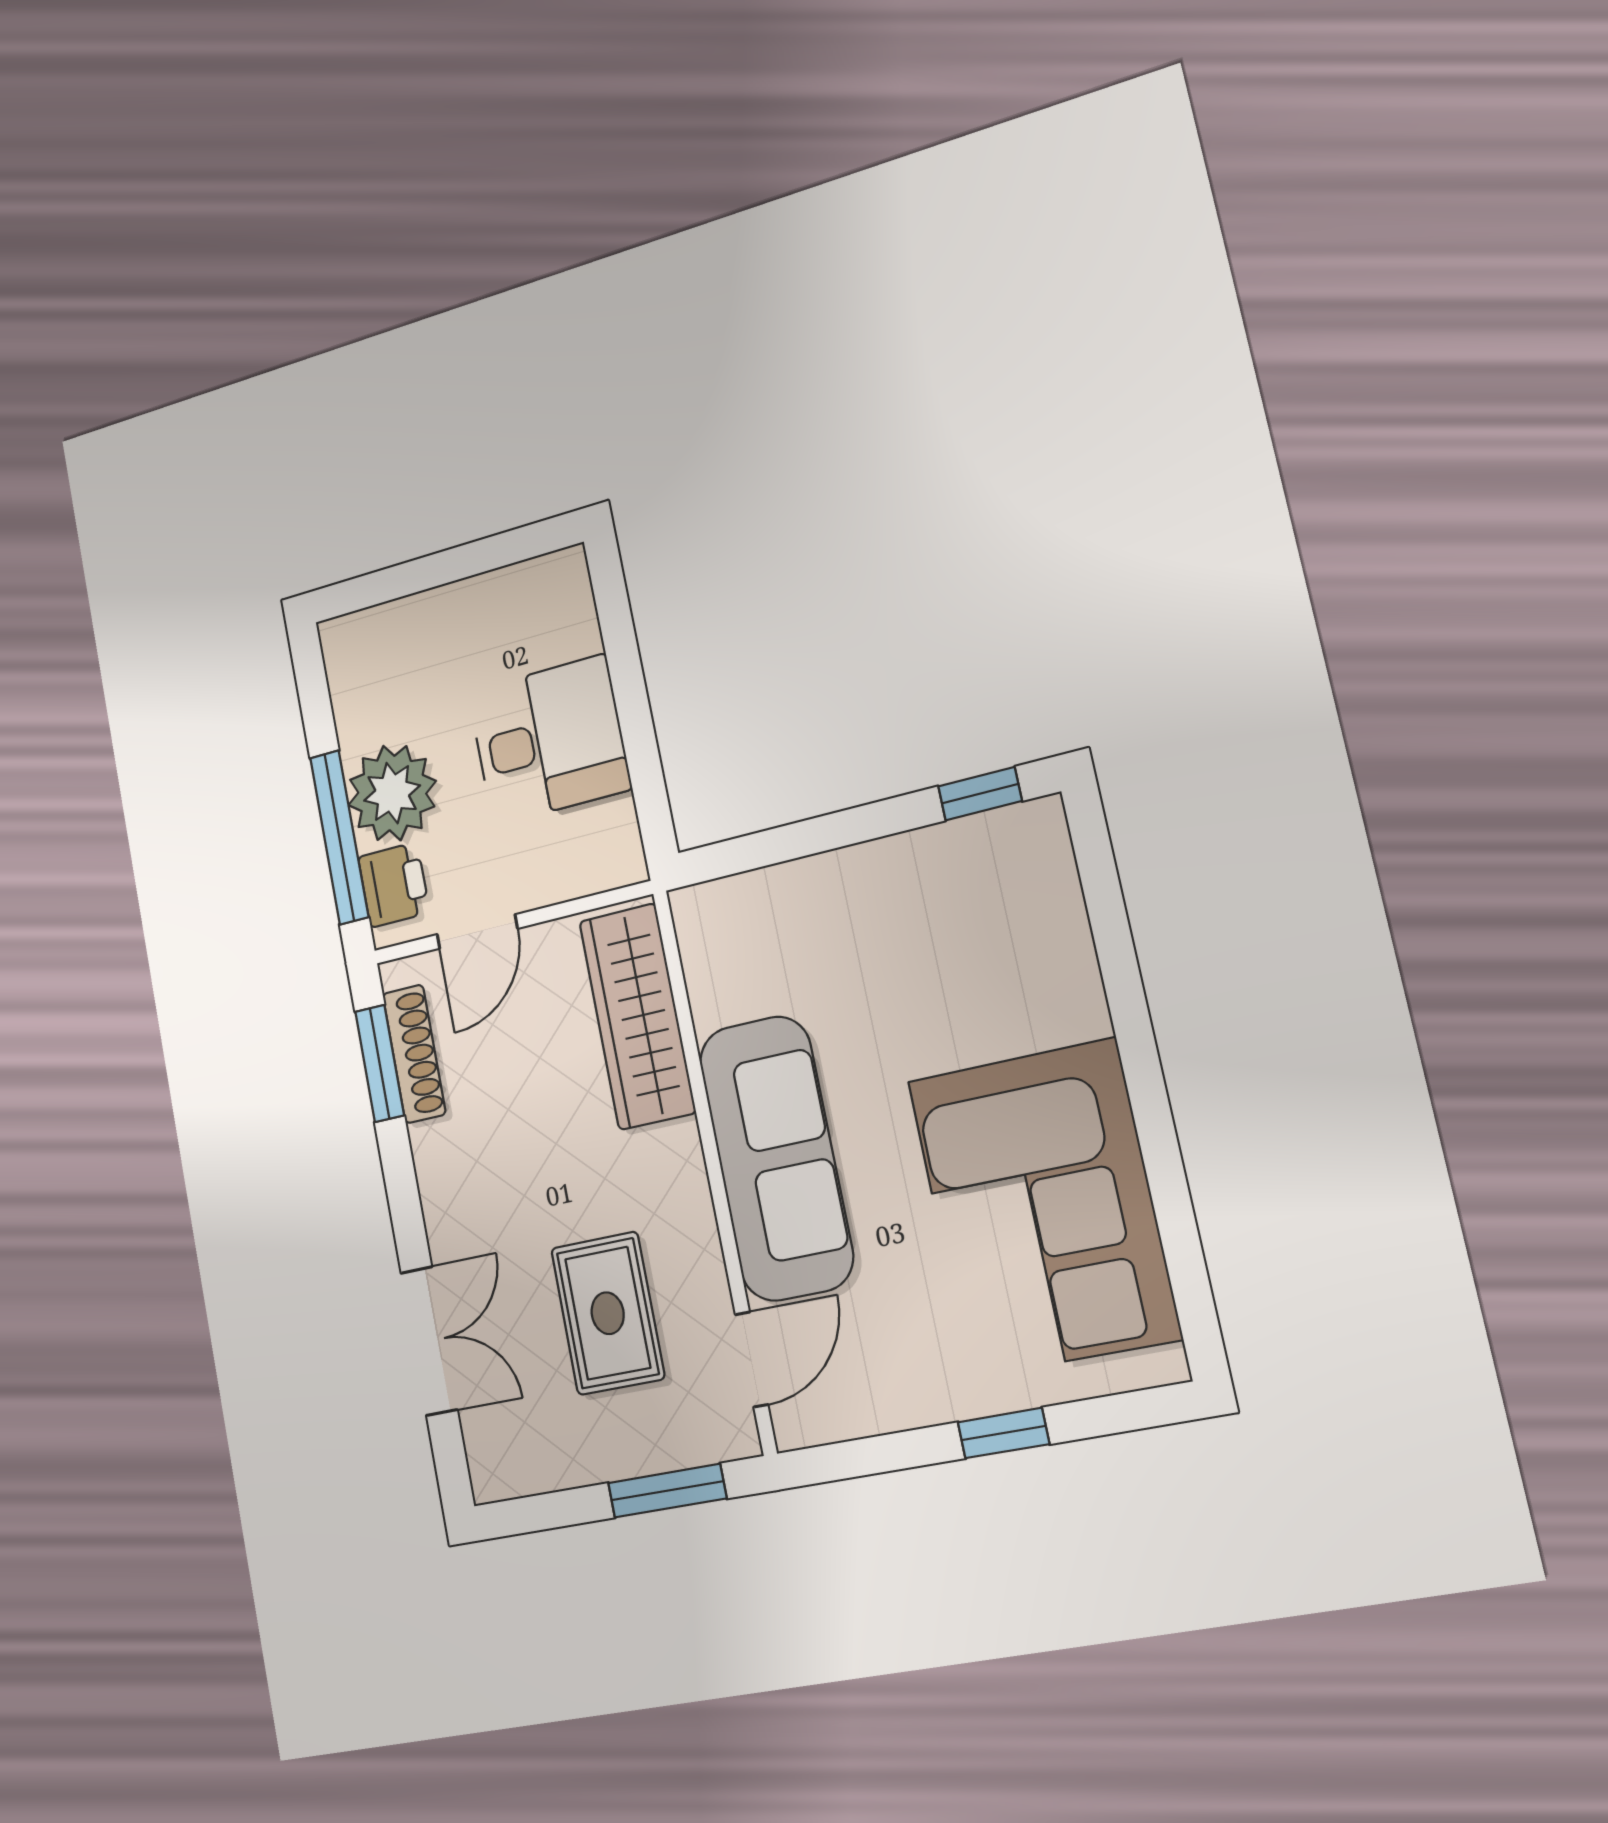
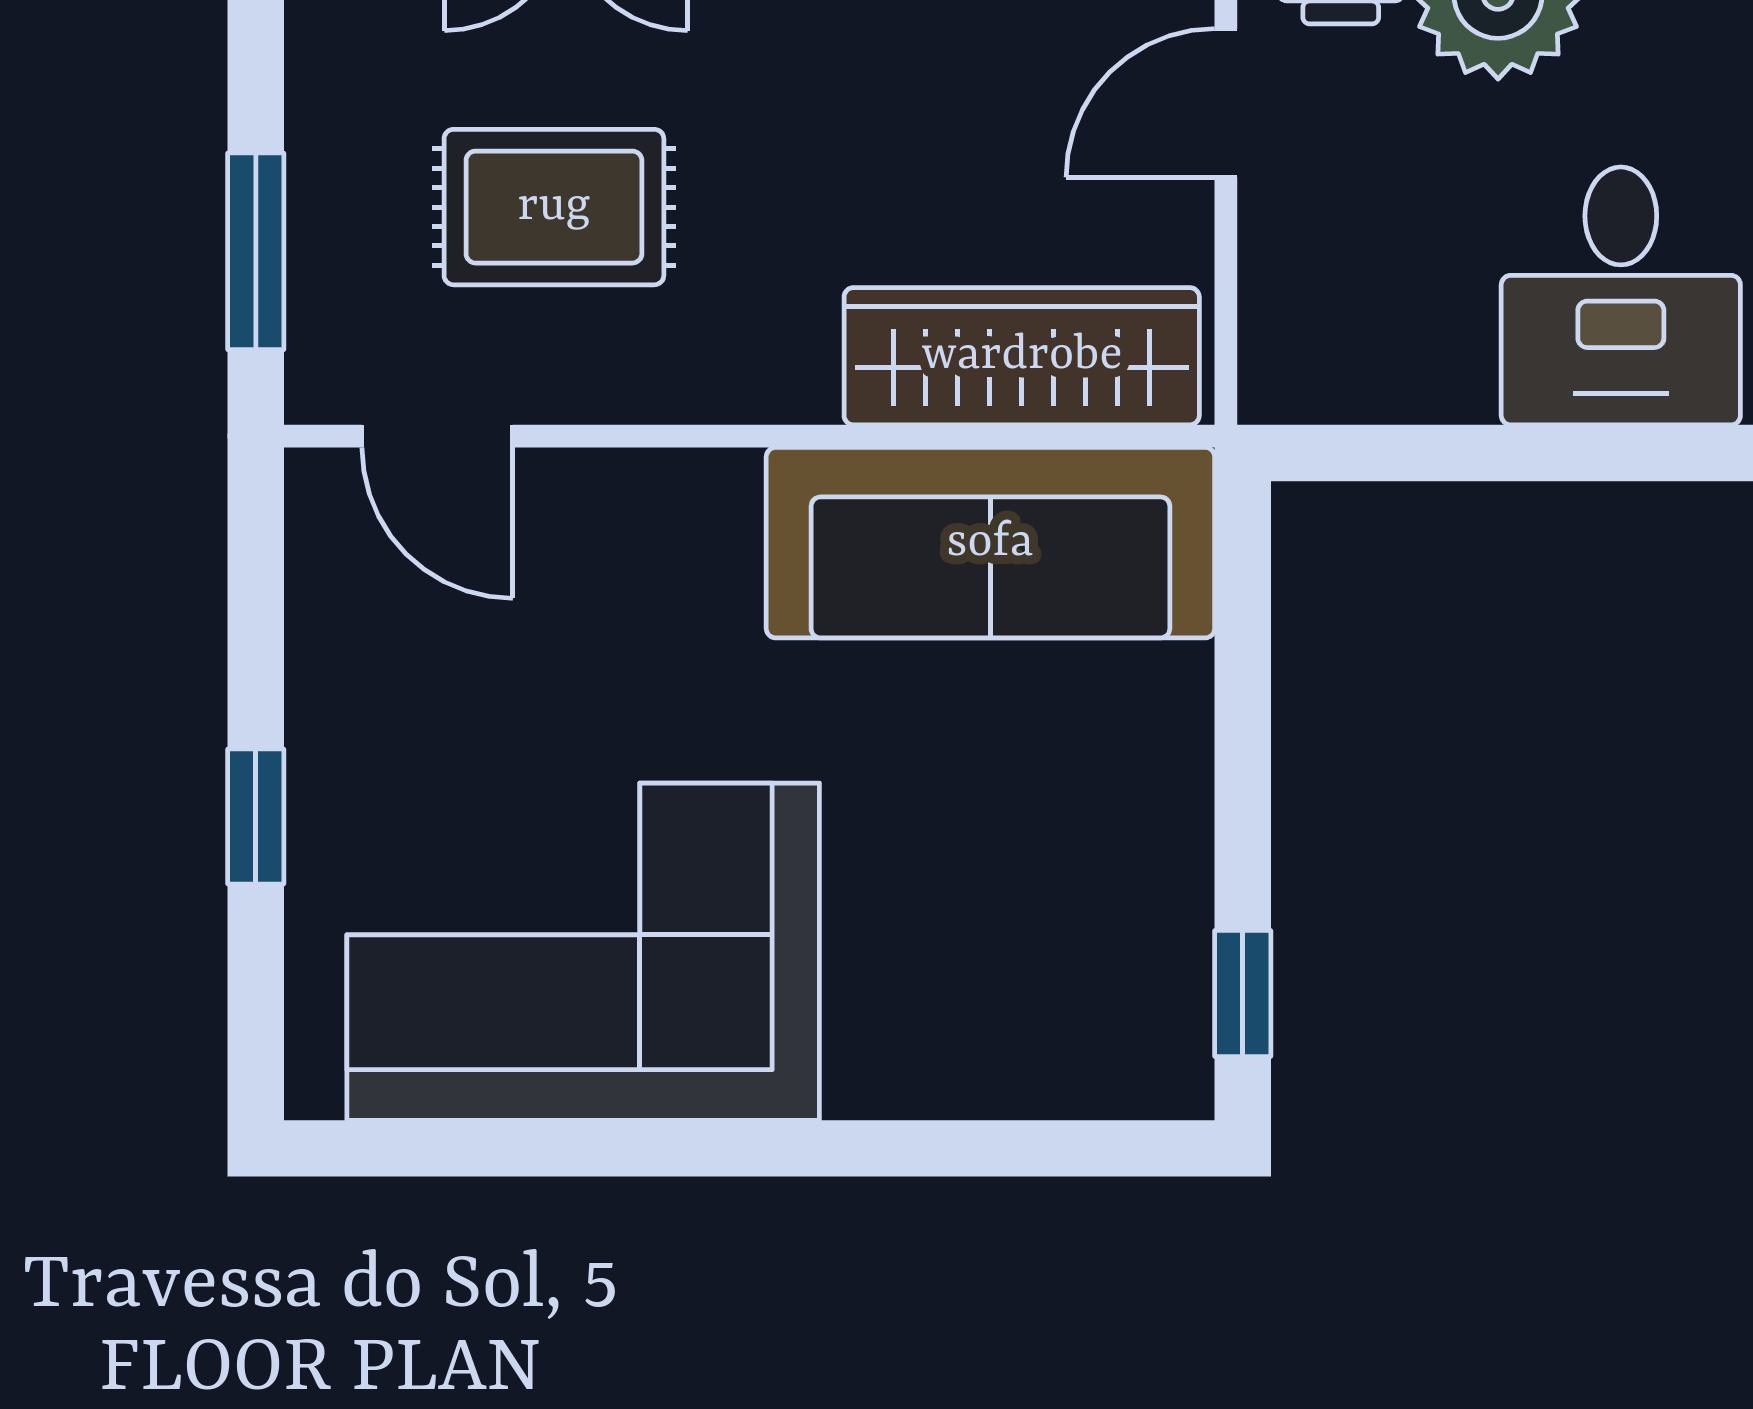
desk: (549, 740) -> (1621, 296), moved
door: (477, 932) -> (1226, 103), hinge flipped
sofa: (776, 1158) -> (990, 543), moved

